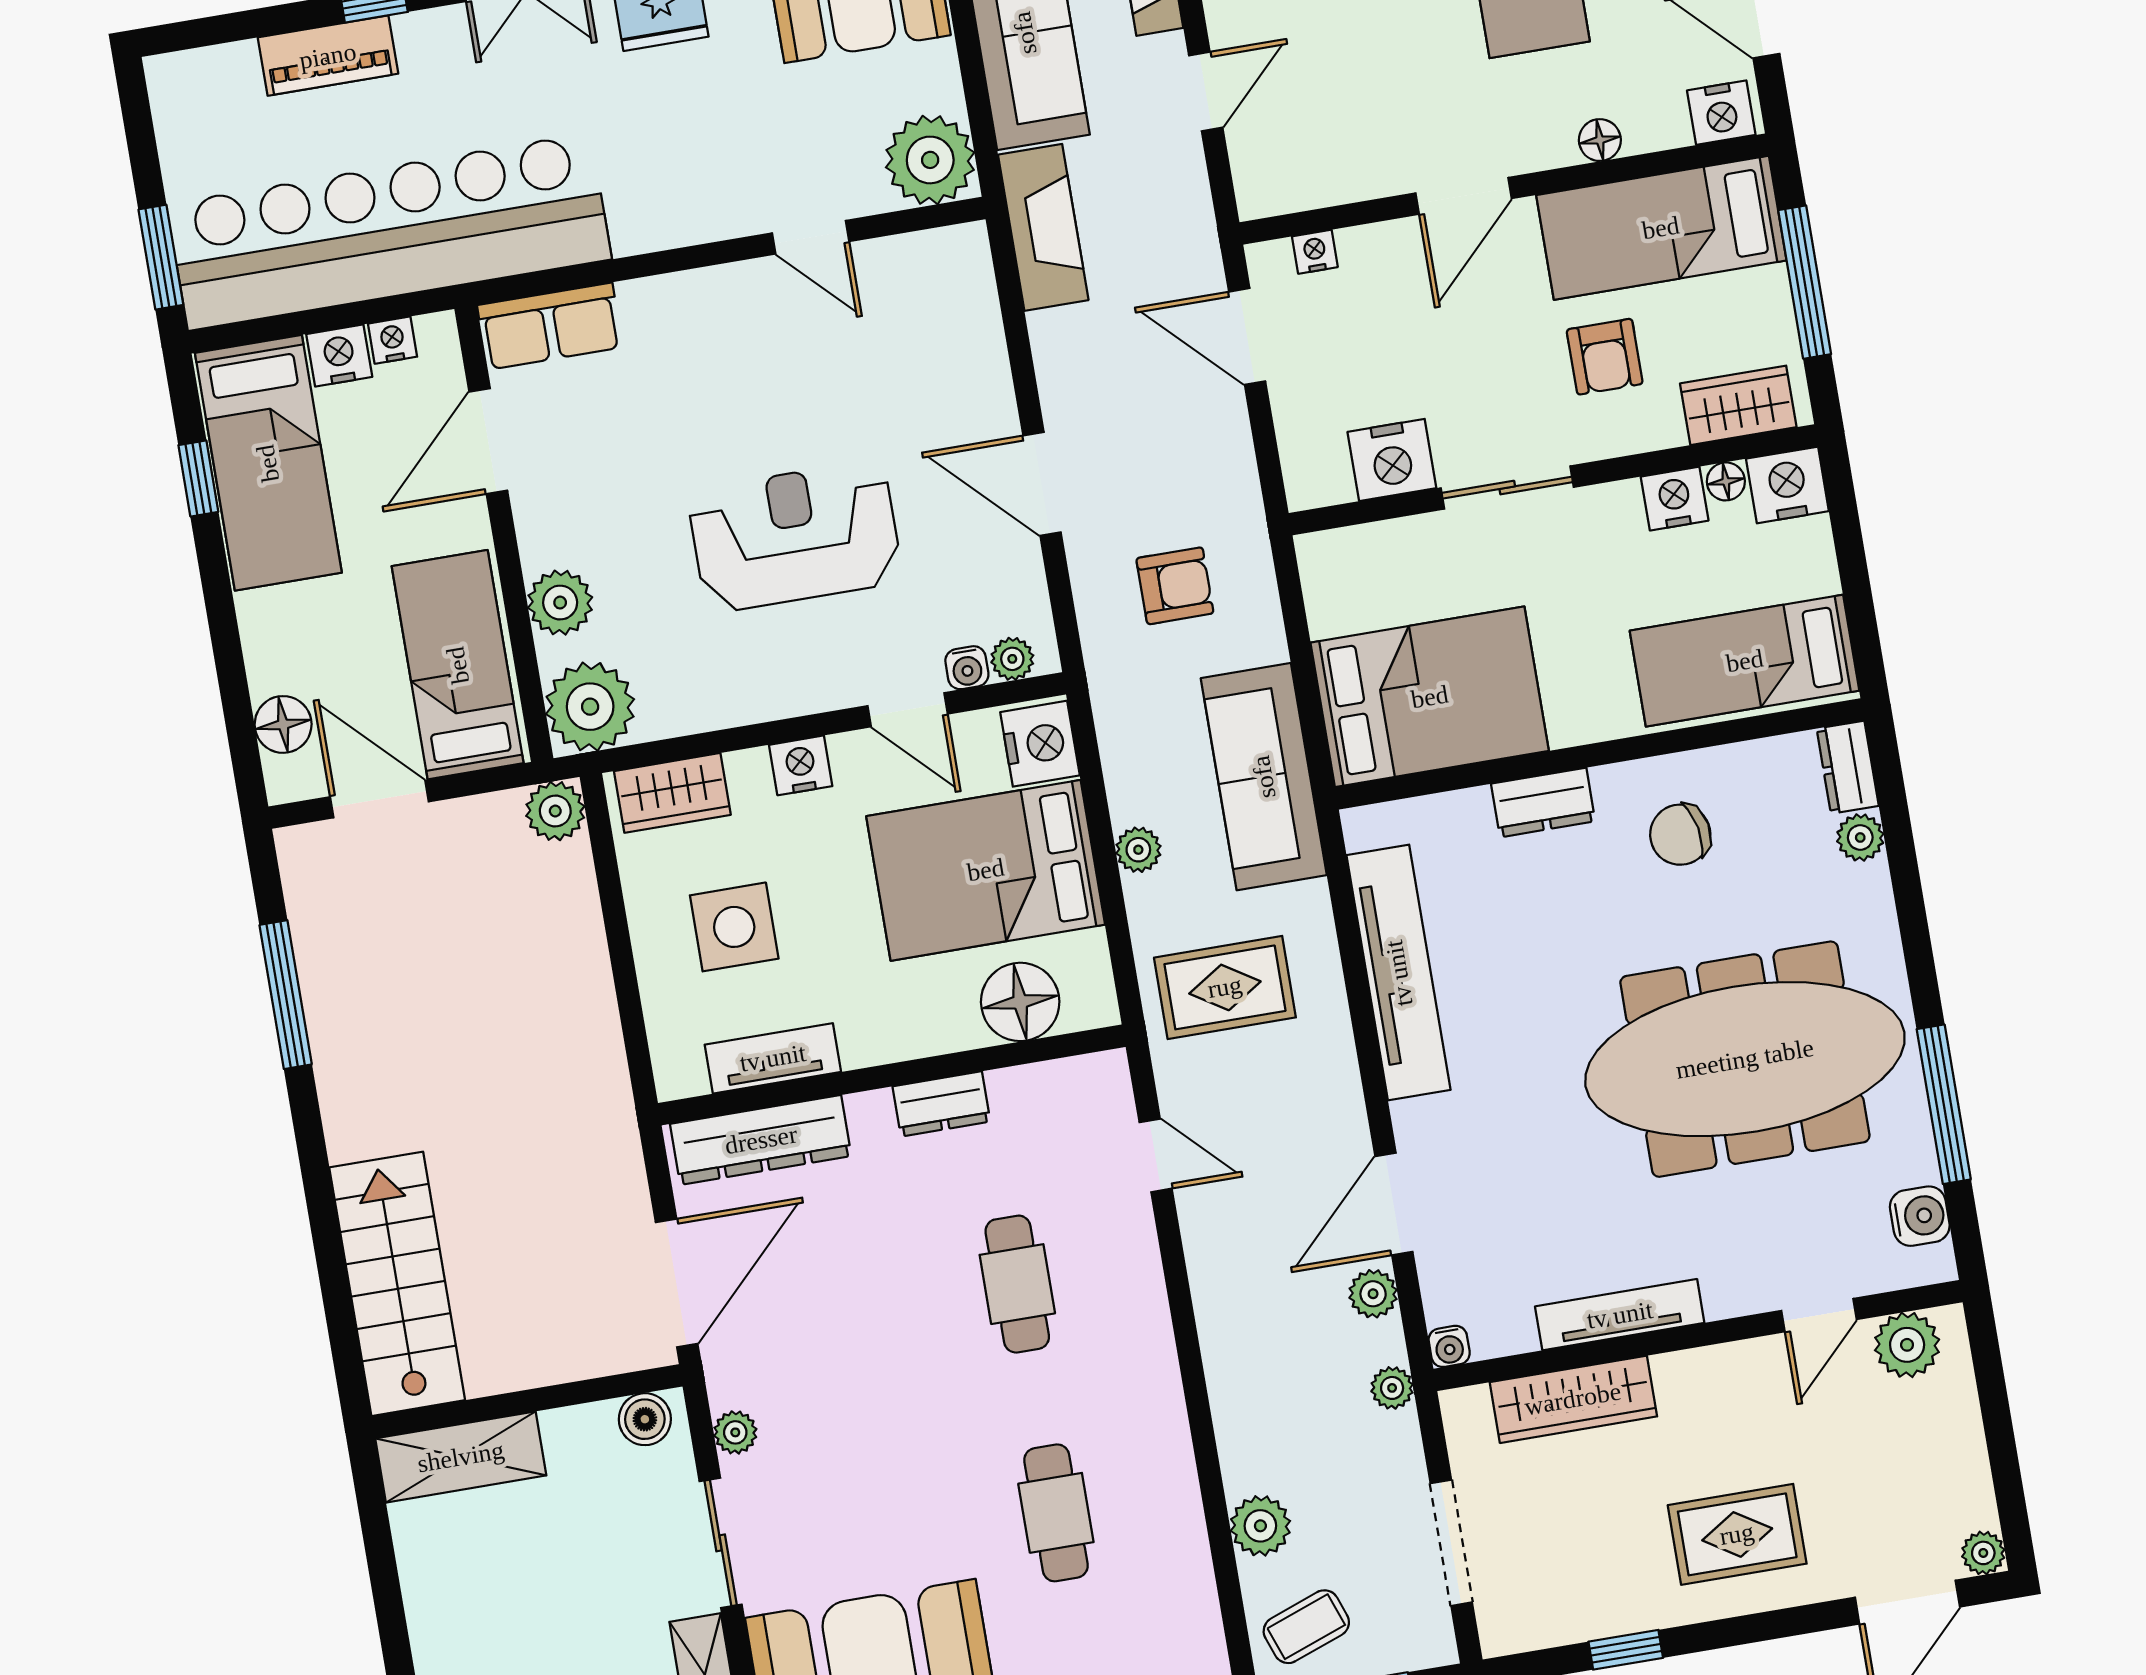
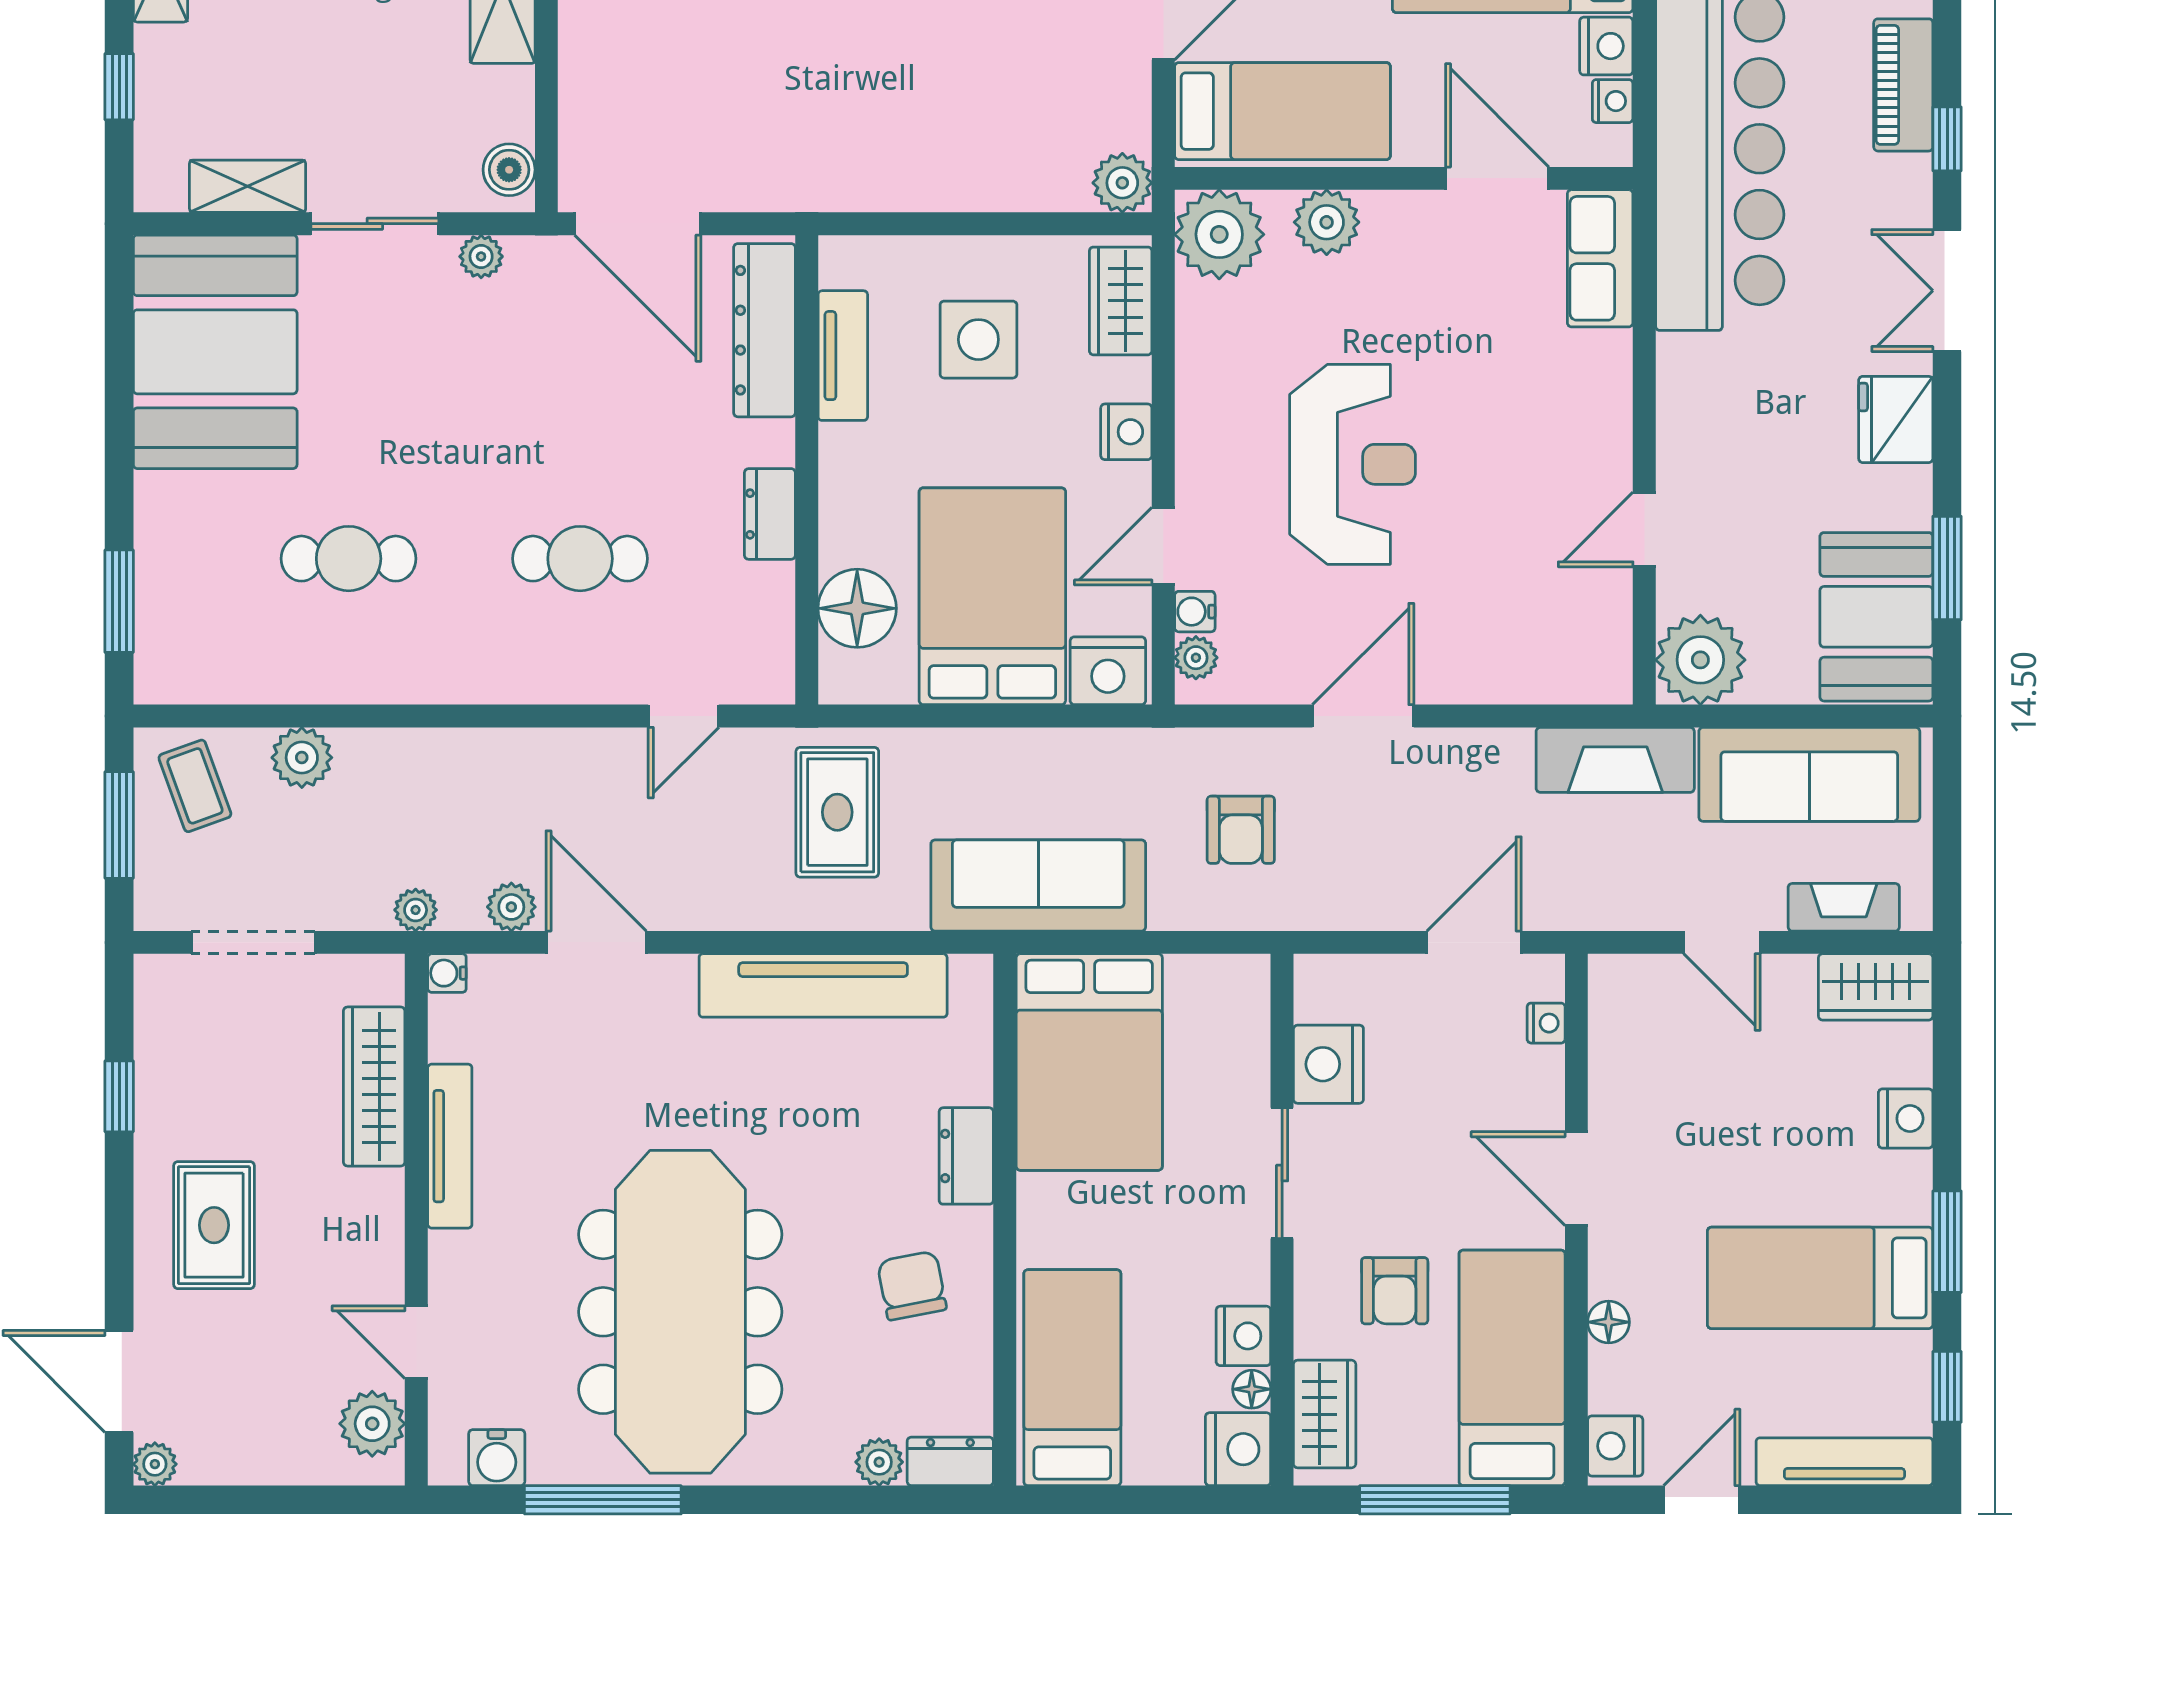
armchair: (1605, 357) -> (1395, 1291), turned -90
plant: (1138, 850) -> (987, 750), removed

